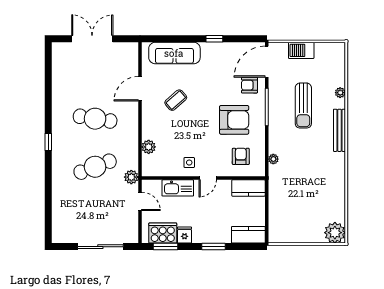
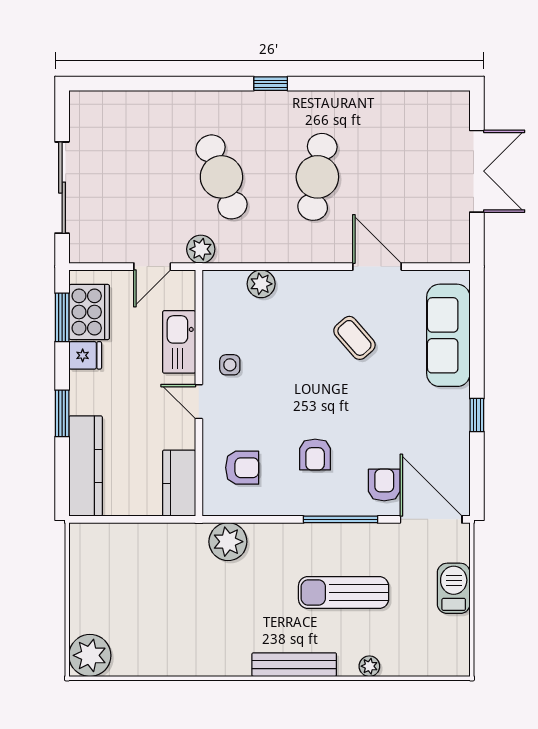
armchair: (234, 120) -> (315, 454), width x0.53, depth x0.53
plant: (273, 159) -> (228, 542), width x1.88, depth x1.88
kitchen counter: (248, 235) -> (86, 466), width x1.50

